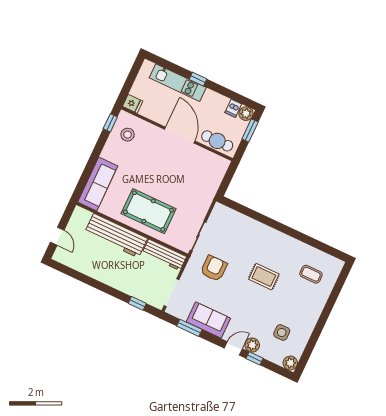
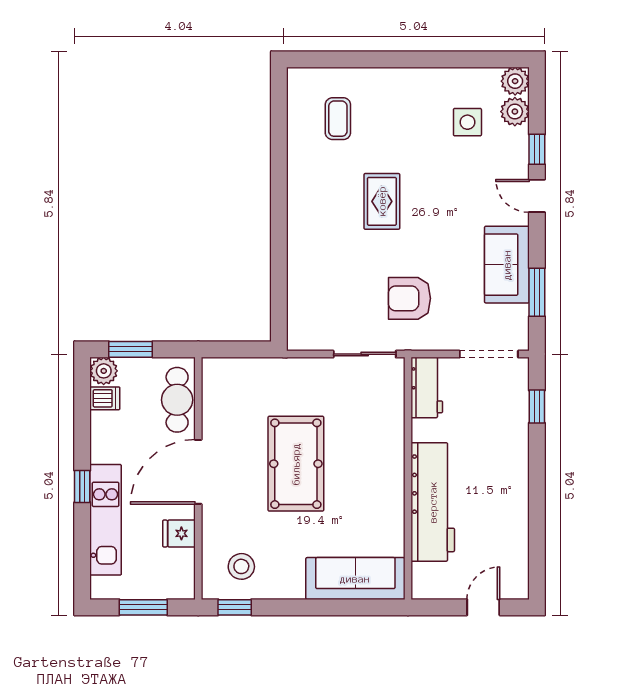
window: (130, 81) -> (143, 607), added
fridge: (133, 104) -> (179, 533), moved, turned -90
pool table: (149, 211) -> (296, 464), moved
workbench: (164, 255) -> (427, 387), width x0.73
plant: (252, 345) -> (515, 112), moved

